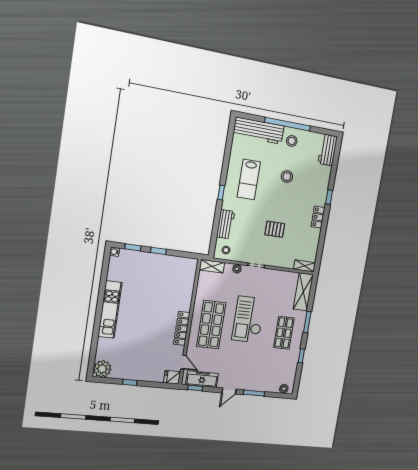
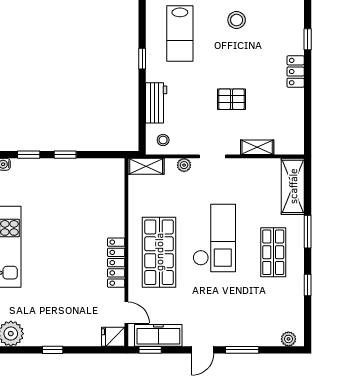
shelving: (304, 266) -> (257, 147), moved
checkout: (248, 319) -> (214, 238), turned 180

